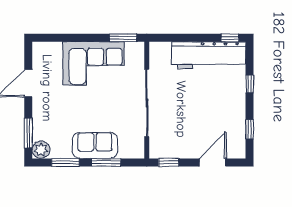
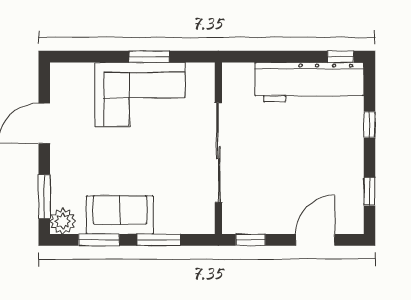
window: (123, 38) -> (149, 57), moved
sofa: (95, 145) -> (120, 215), moved

